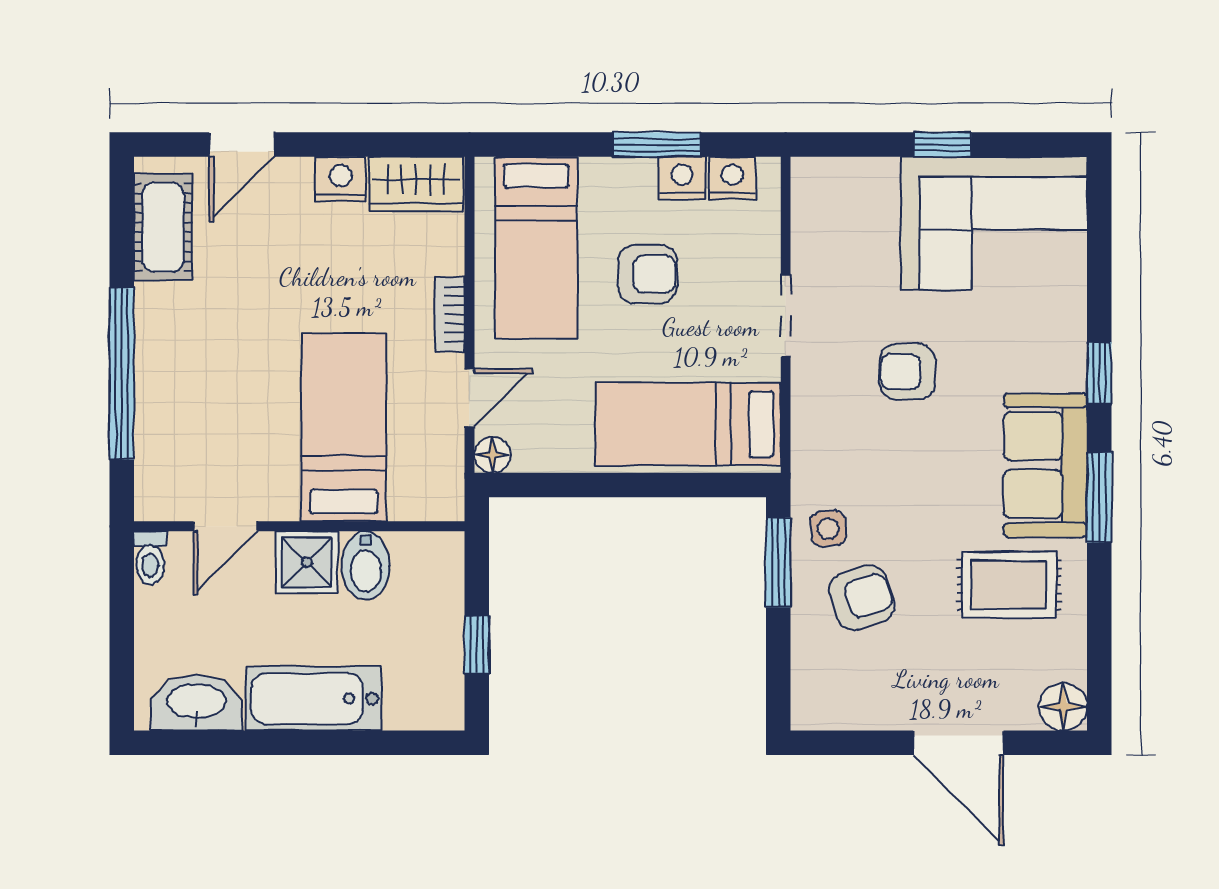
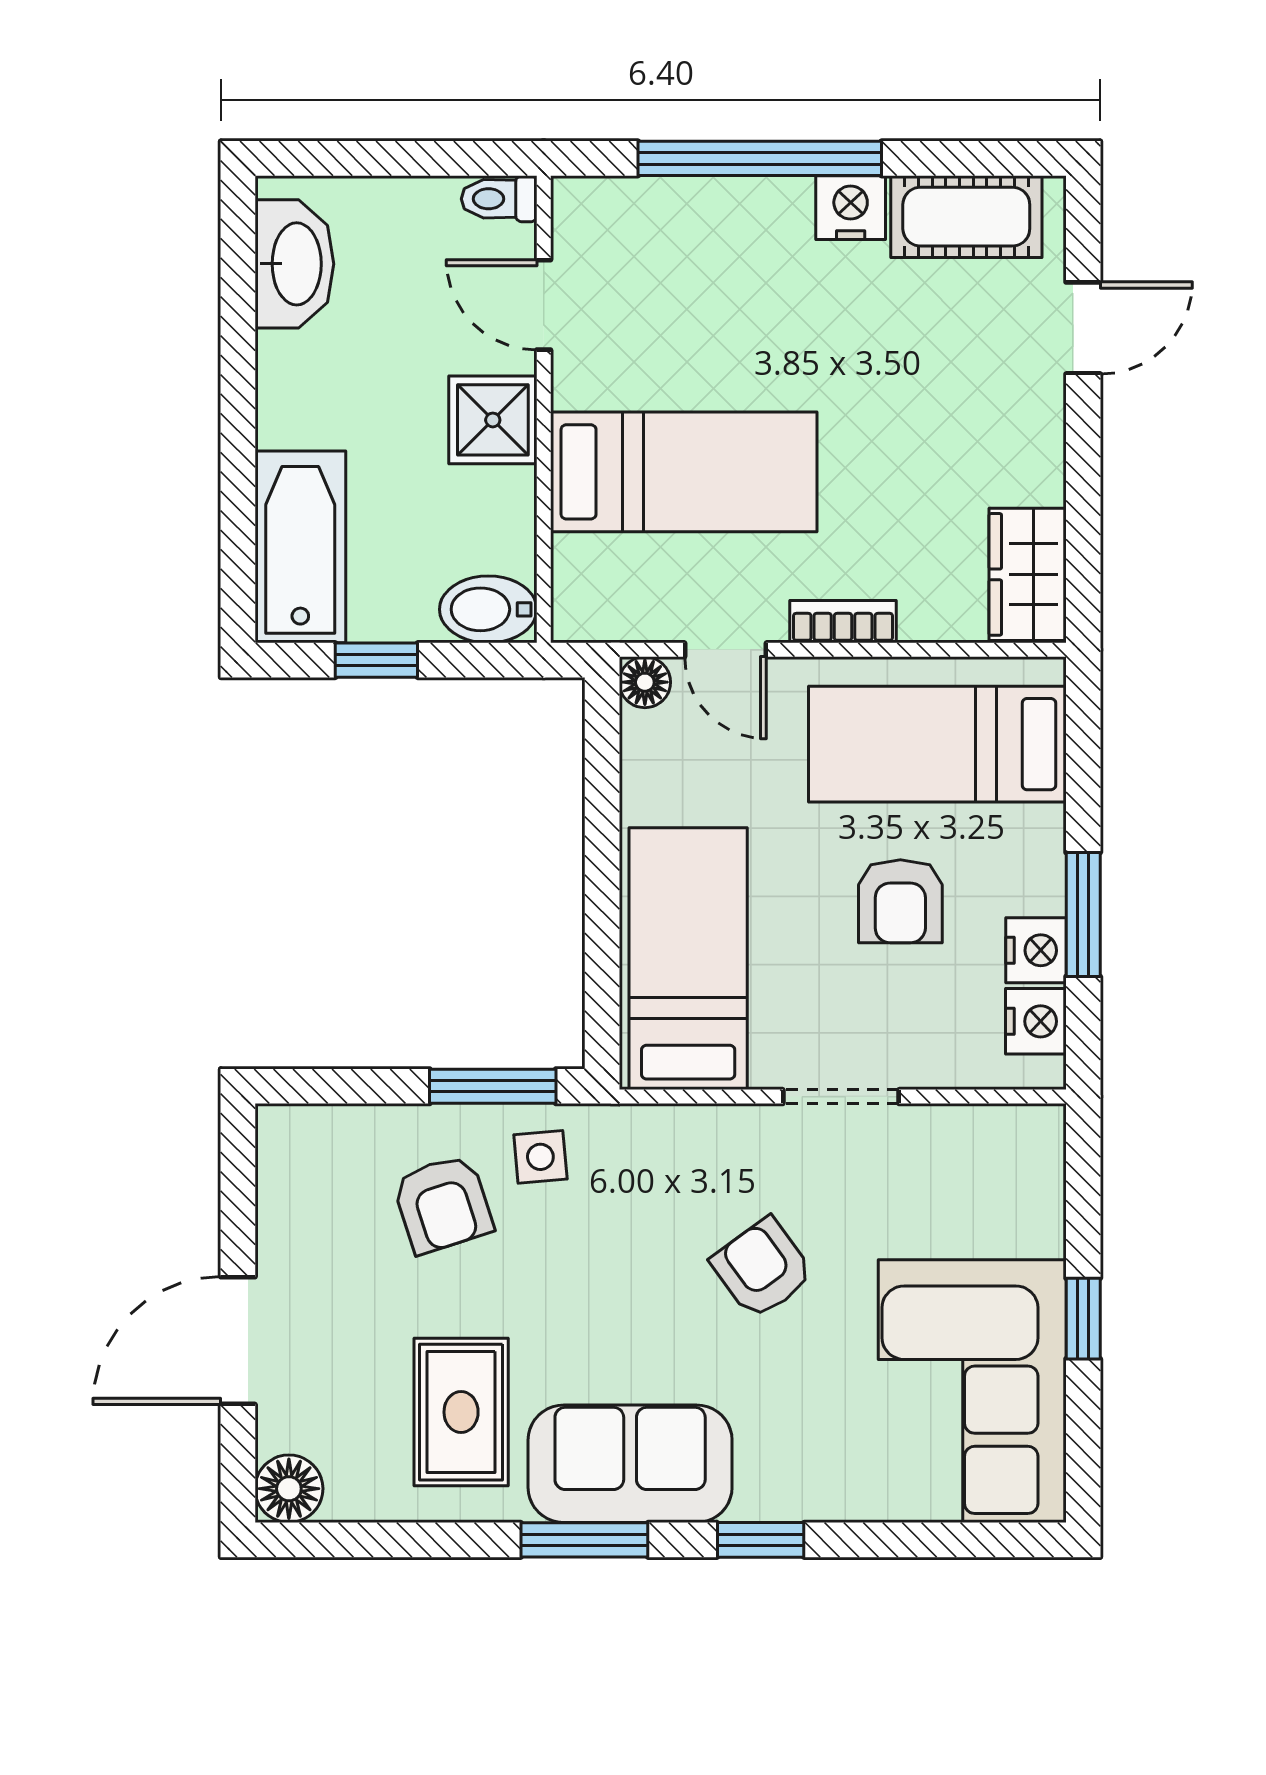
door: (242, 145) -> (1083, 328), swing flipped
nightstand: (341, 179) -> (851, 208), moved, turned -90
armchair: (907, 372) -> (762, 1268), turned -36
bidet: (366, 566) -> (488, 609), moved
bathtub: (314, 699) -> (300, 547), moved

